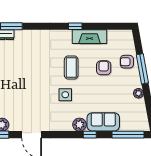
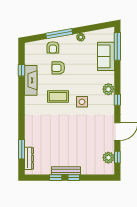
window: (75, 26) -> (22, 70), moved
sofa: (103, 122) -> (106, 56), moved
window: (90, 135) -> (117, 100), moved

